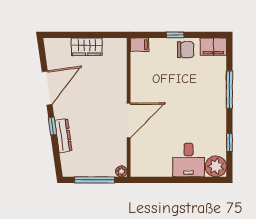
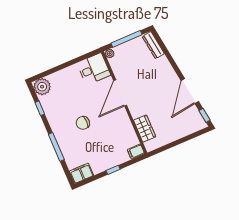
wardrobe: (87, 47) -> (145, 129), moved, turned 90
chair: (186, 50) -> (83, 123), moved
window: (52, 126) -> (205, 115), moved
dresser: (63, 136) -> (153, 45), moved
desk: (189, 160) -> (94, 69), moved, turned 90

